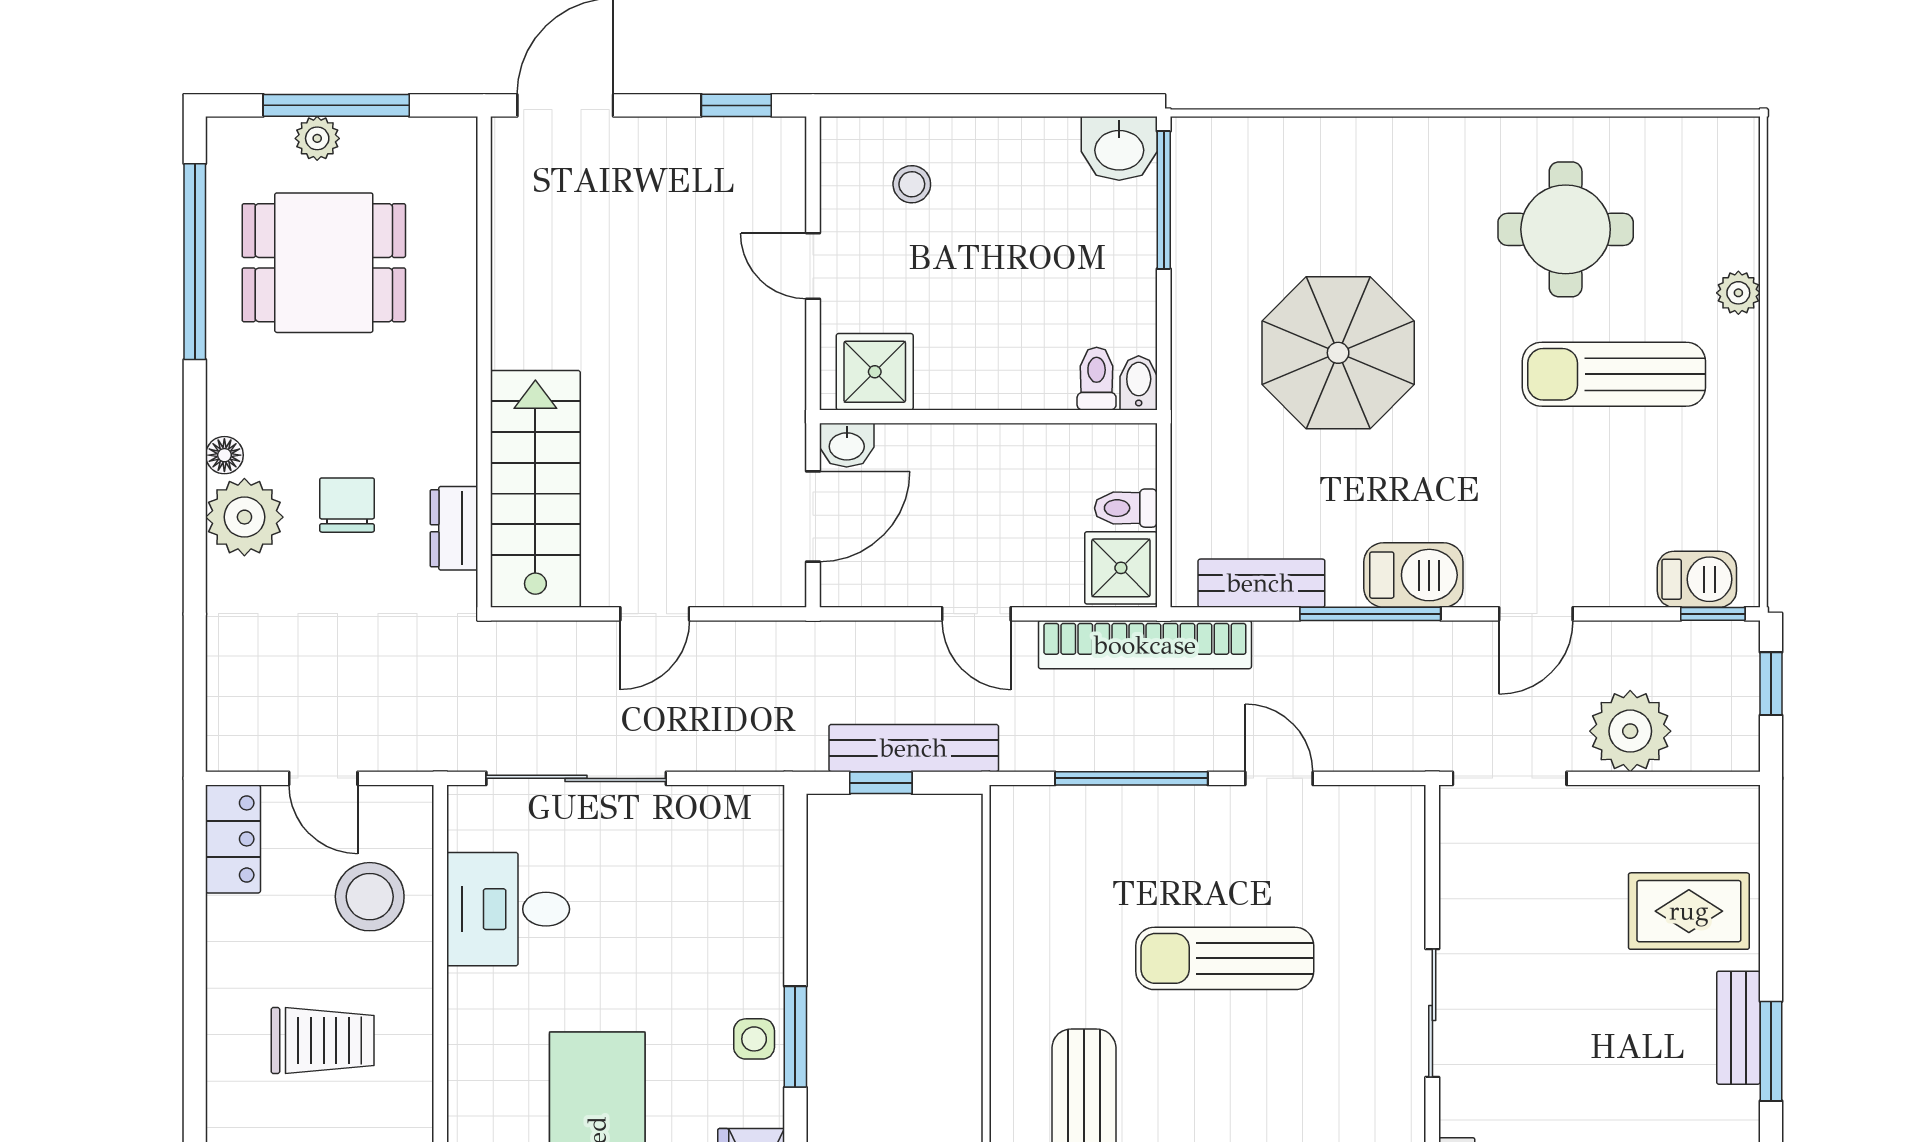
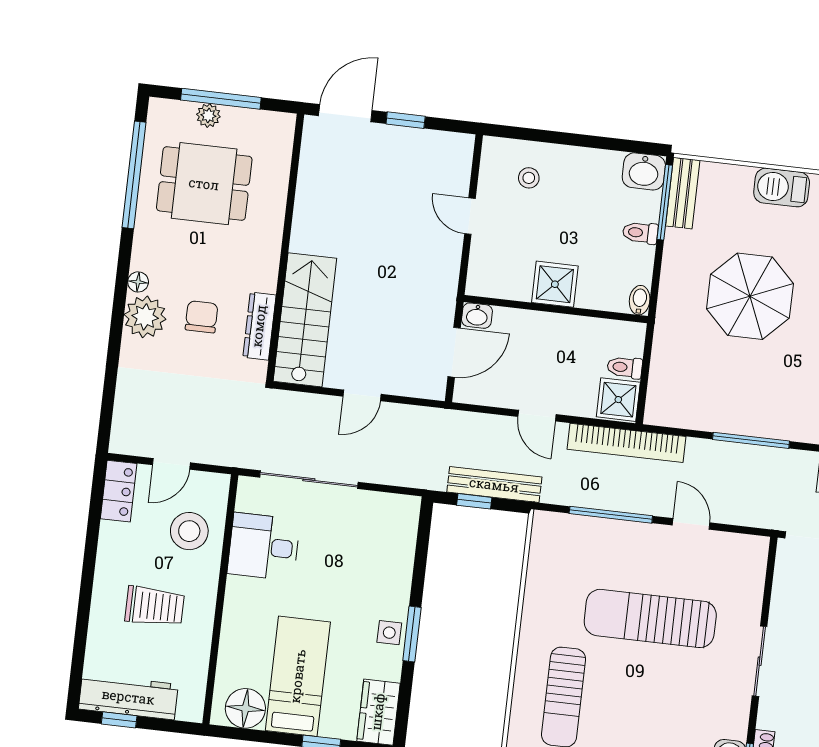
window: (736, 105) -> (406, 120), moved
shower: (875, 372) -> (555, 284), moved
toilet: (1097, 379) -> (640, 233), moved, turned -90
dresser: (454, 528) -> (259, 326), width x1.44
barbecue: (1413, 575) -> (782, 187), moved, turned 180
bench: (1261, 583) -> (683, 193), moved, turned 90
door: (323, 778) -> (171, 464), hinge flipped
sun lounger: (1225, 958) -> (650, 618), width x1.36, depth x1.34

